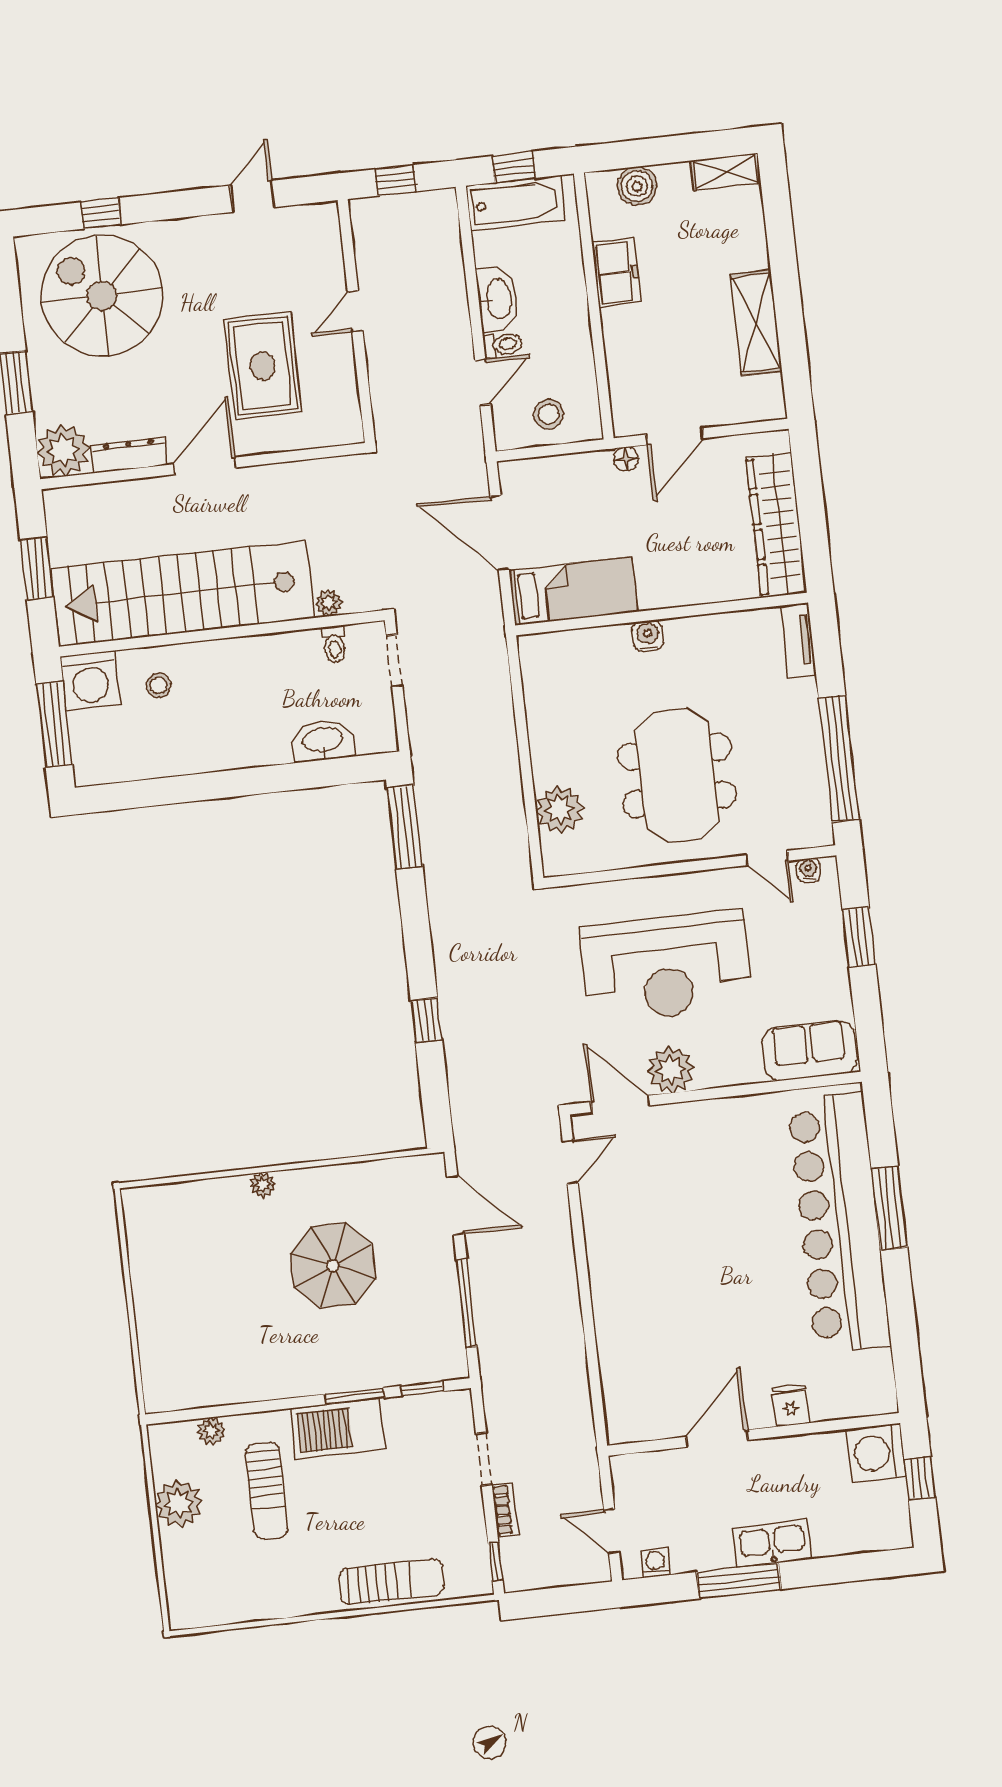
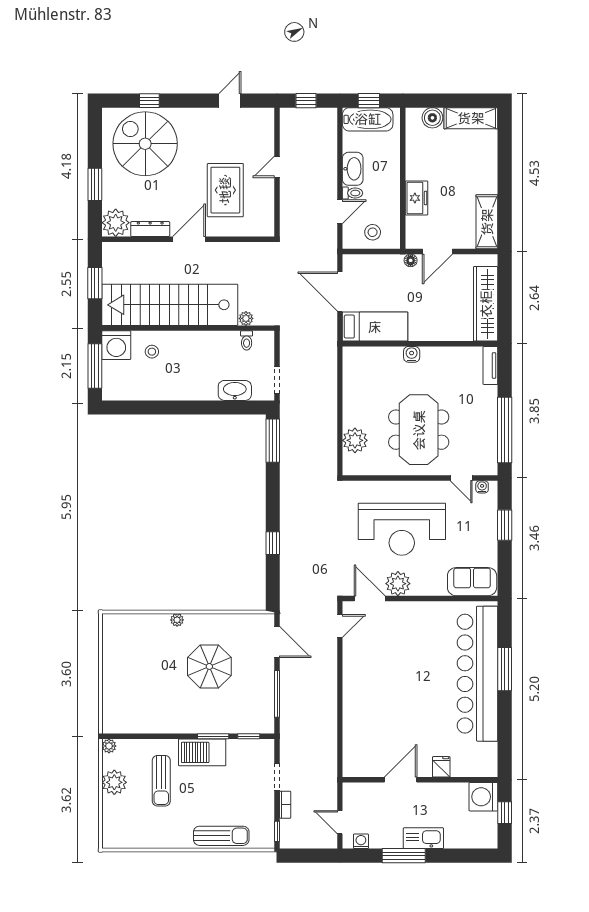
shelving: (726, 172) -> (471, 118), width x1.50, depth x1.33
freezer: (616, 273) -> (416, 198), moved
shelving: (756, 323) -> (487, 222), moved
doorway: (394, 661) -> (277, 380), moved
plant: (211, 1431) -> (109, 746), moved

